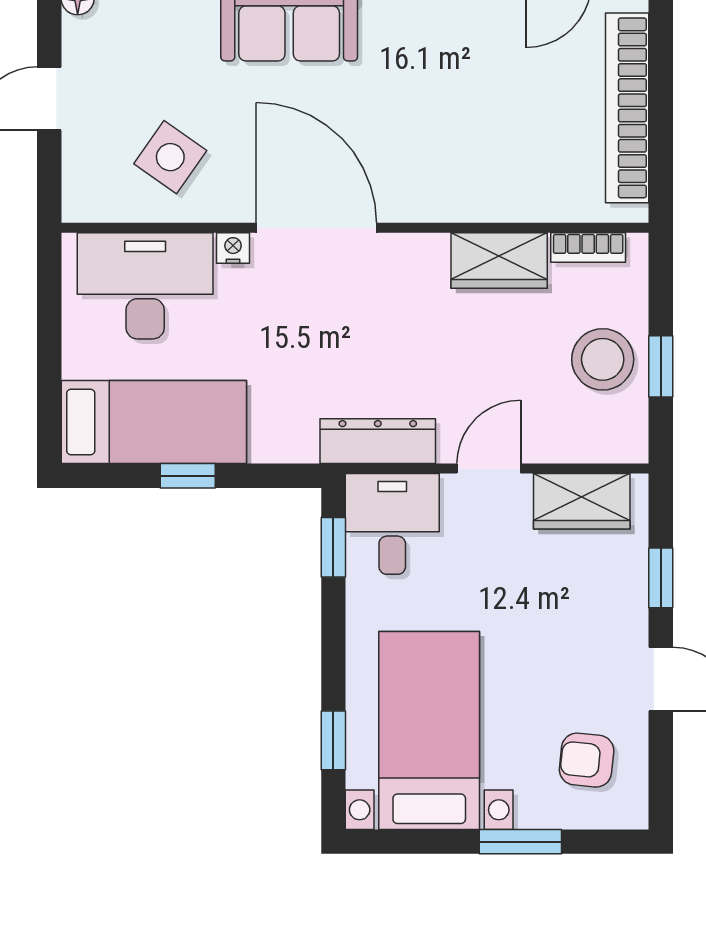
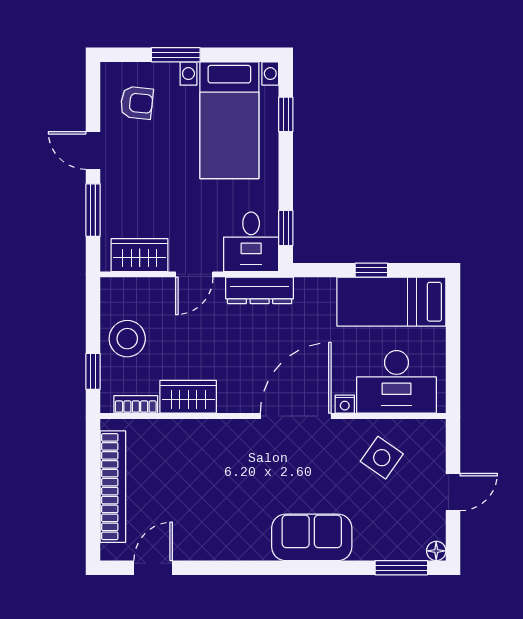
door: (316, 228) -> (296, 416), swing flipped
window: (661, 366) -> (93, 371), moved
window: (661, 578) -> (93, 210), width x1.50

